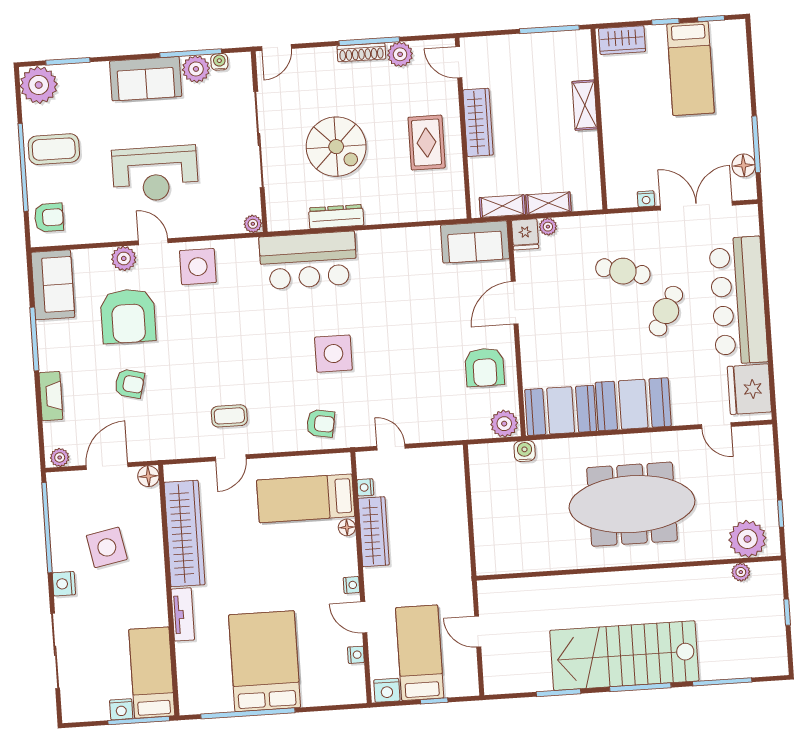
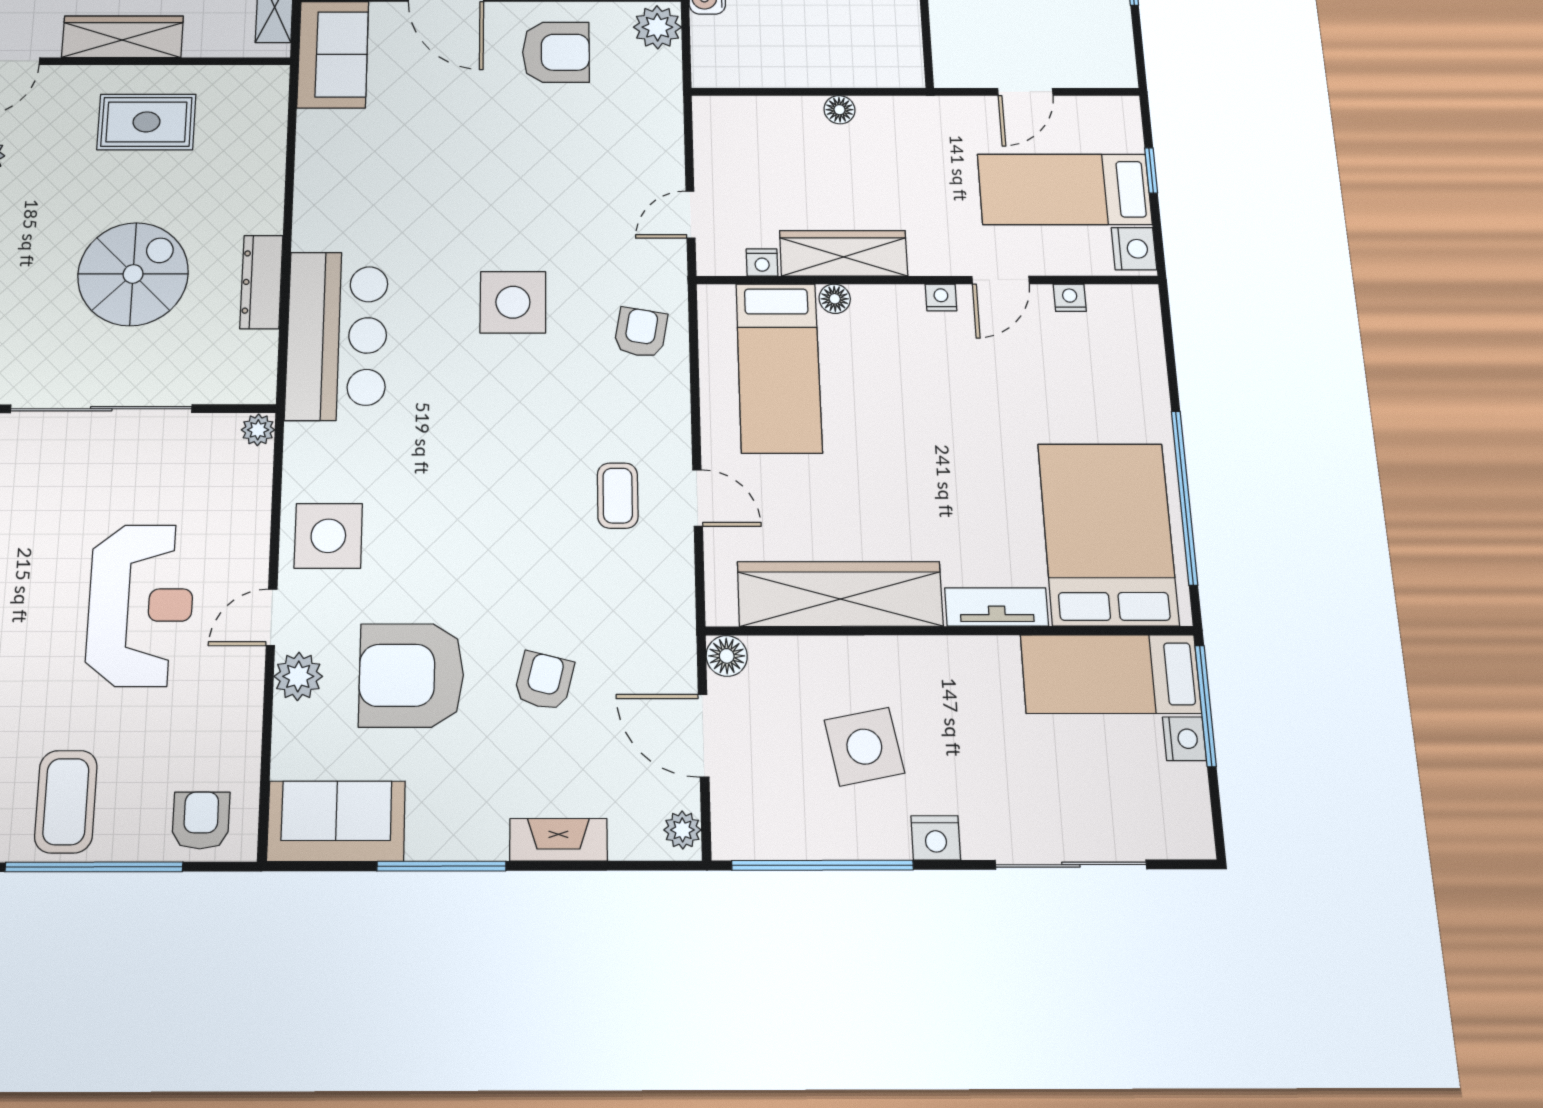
armchair: (128, 316) -> (412, 675), turned 180
floor lamp: (460, 528) -> (840, 110), added
bed: (265, 661) -> (1108, 534), moved, turned 90

